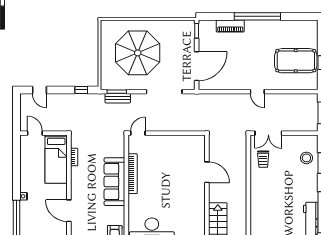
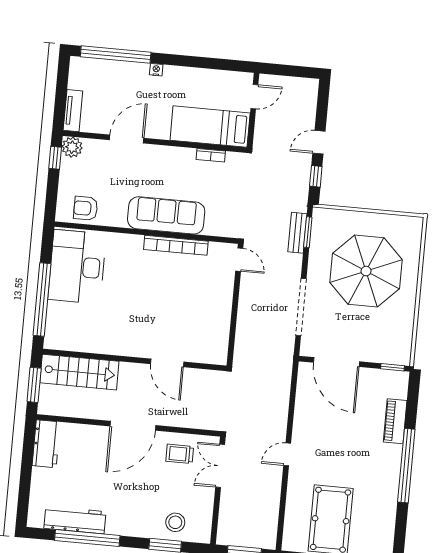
door: (39, 90) -> (319, 142), moved
door: (207, 172) -> (167, 363), hinge flipped
door: (248, 190) -> (133, 426), added

